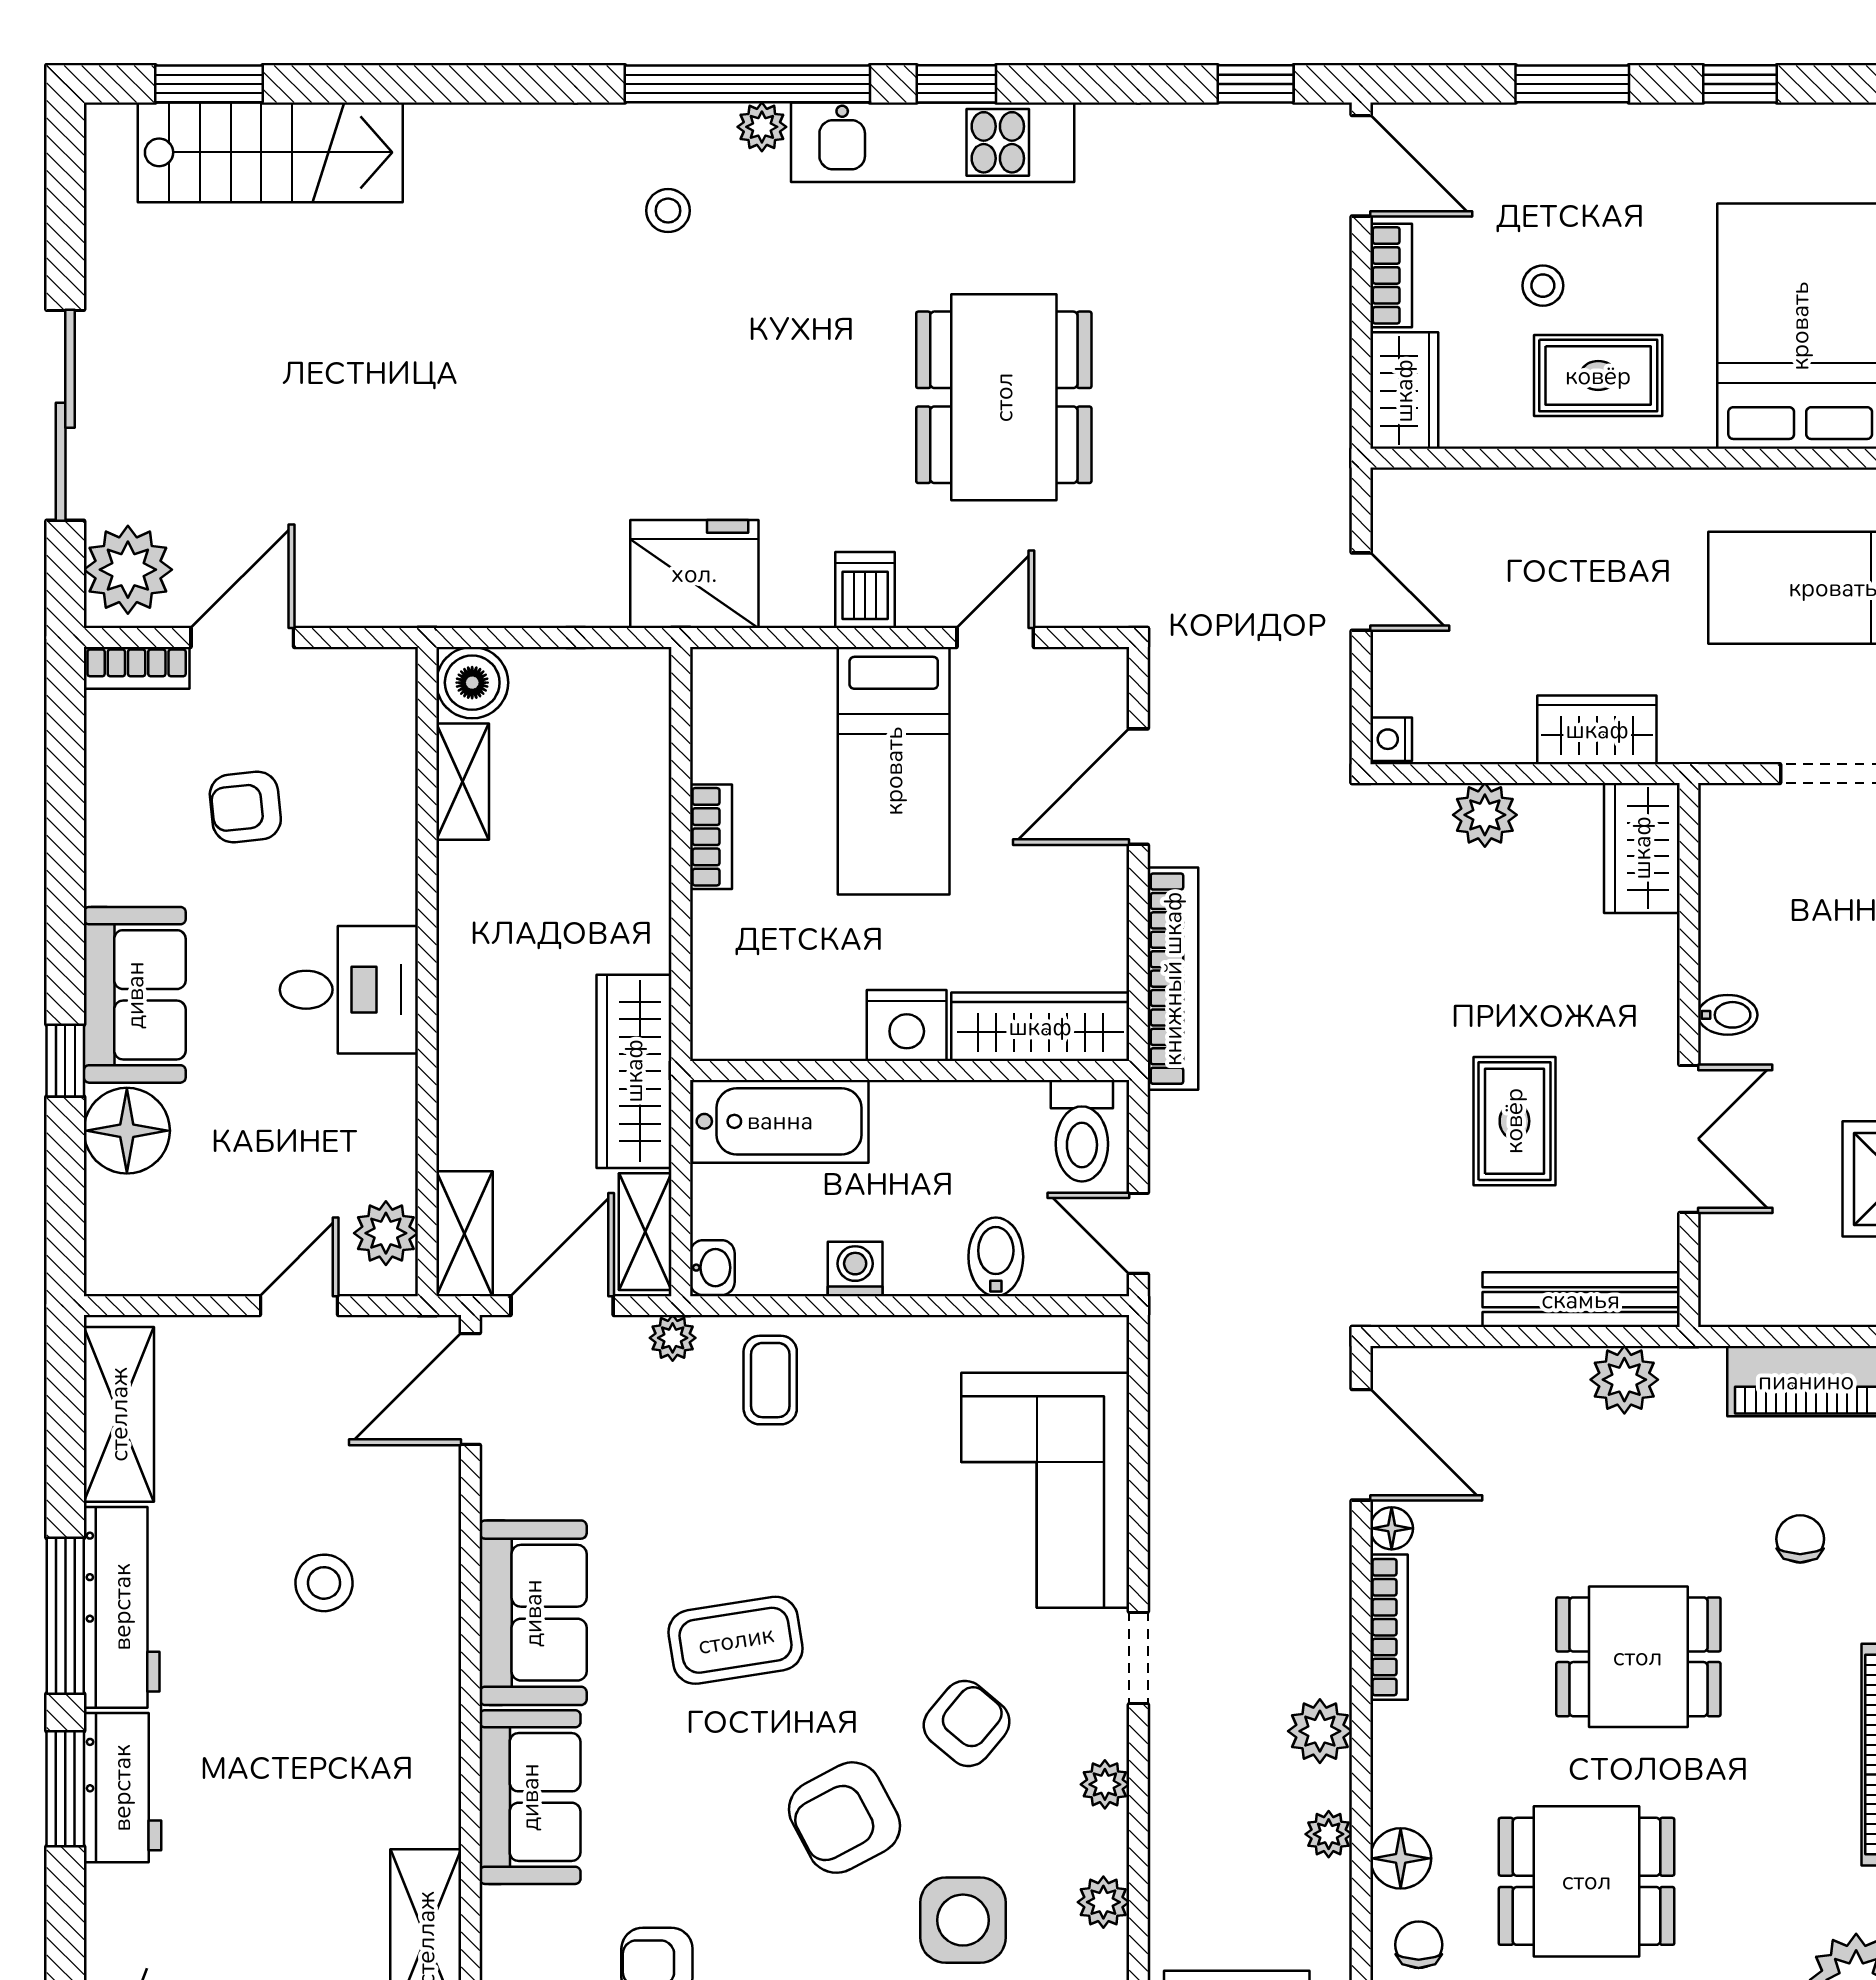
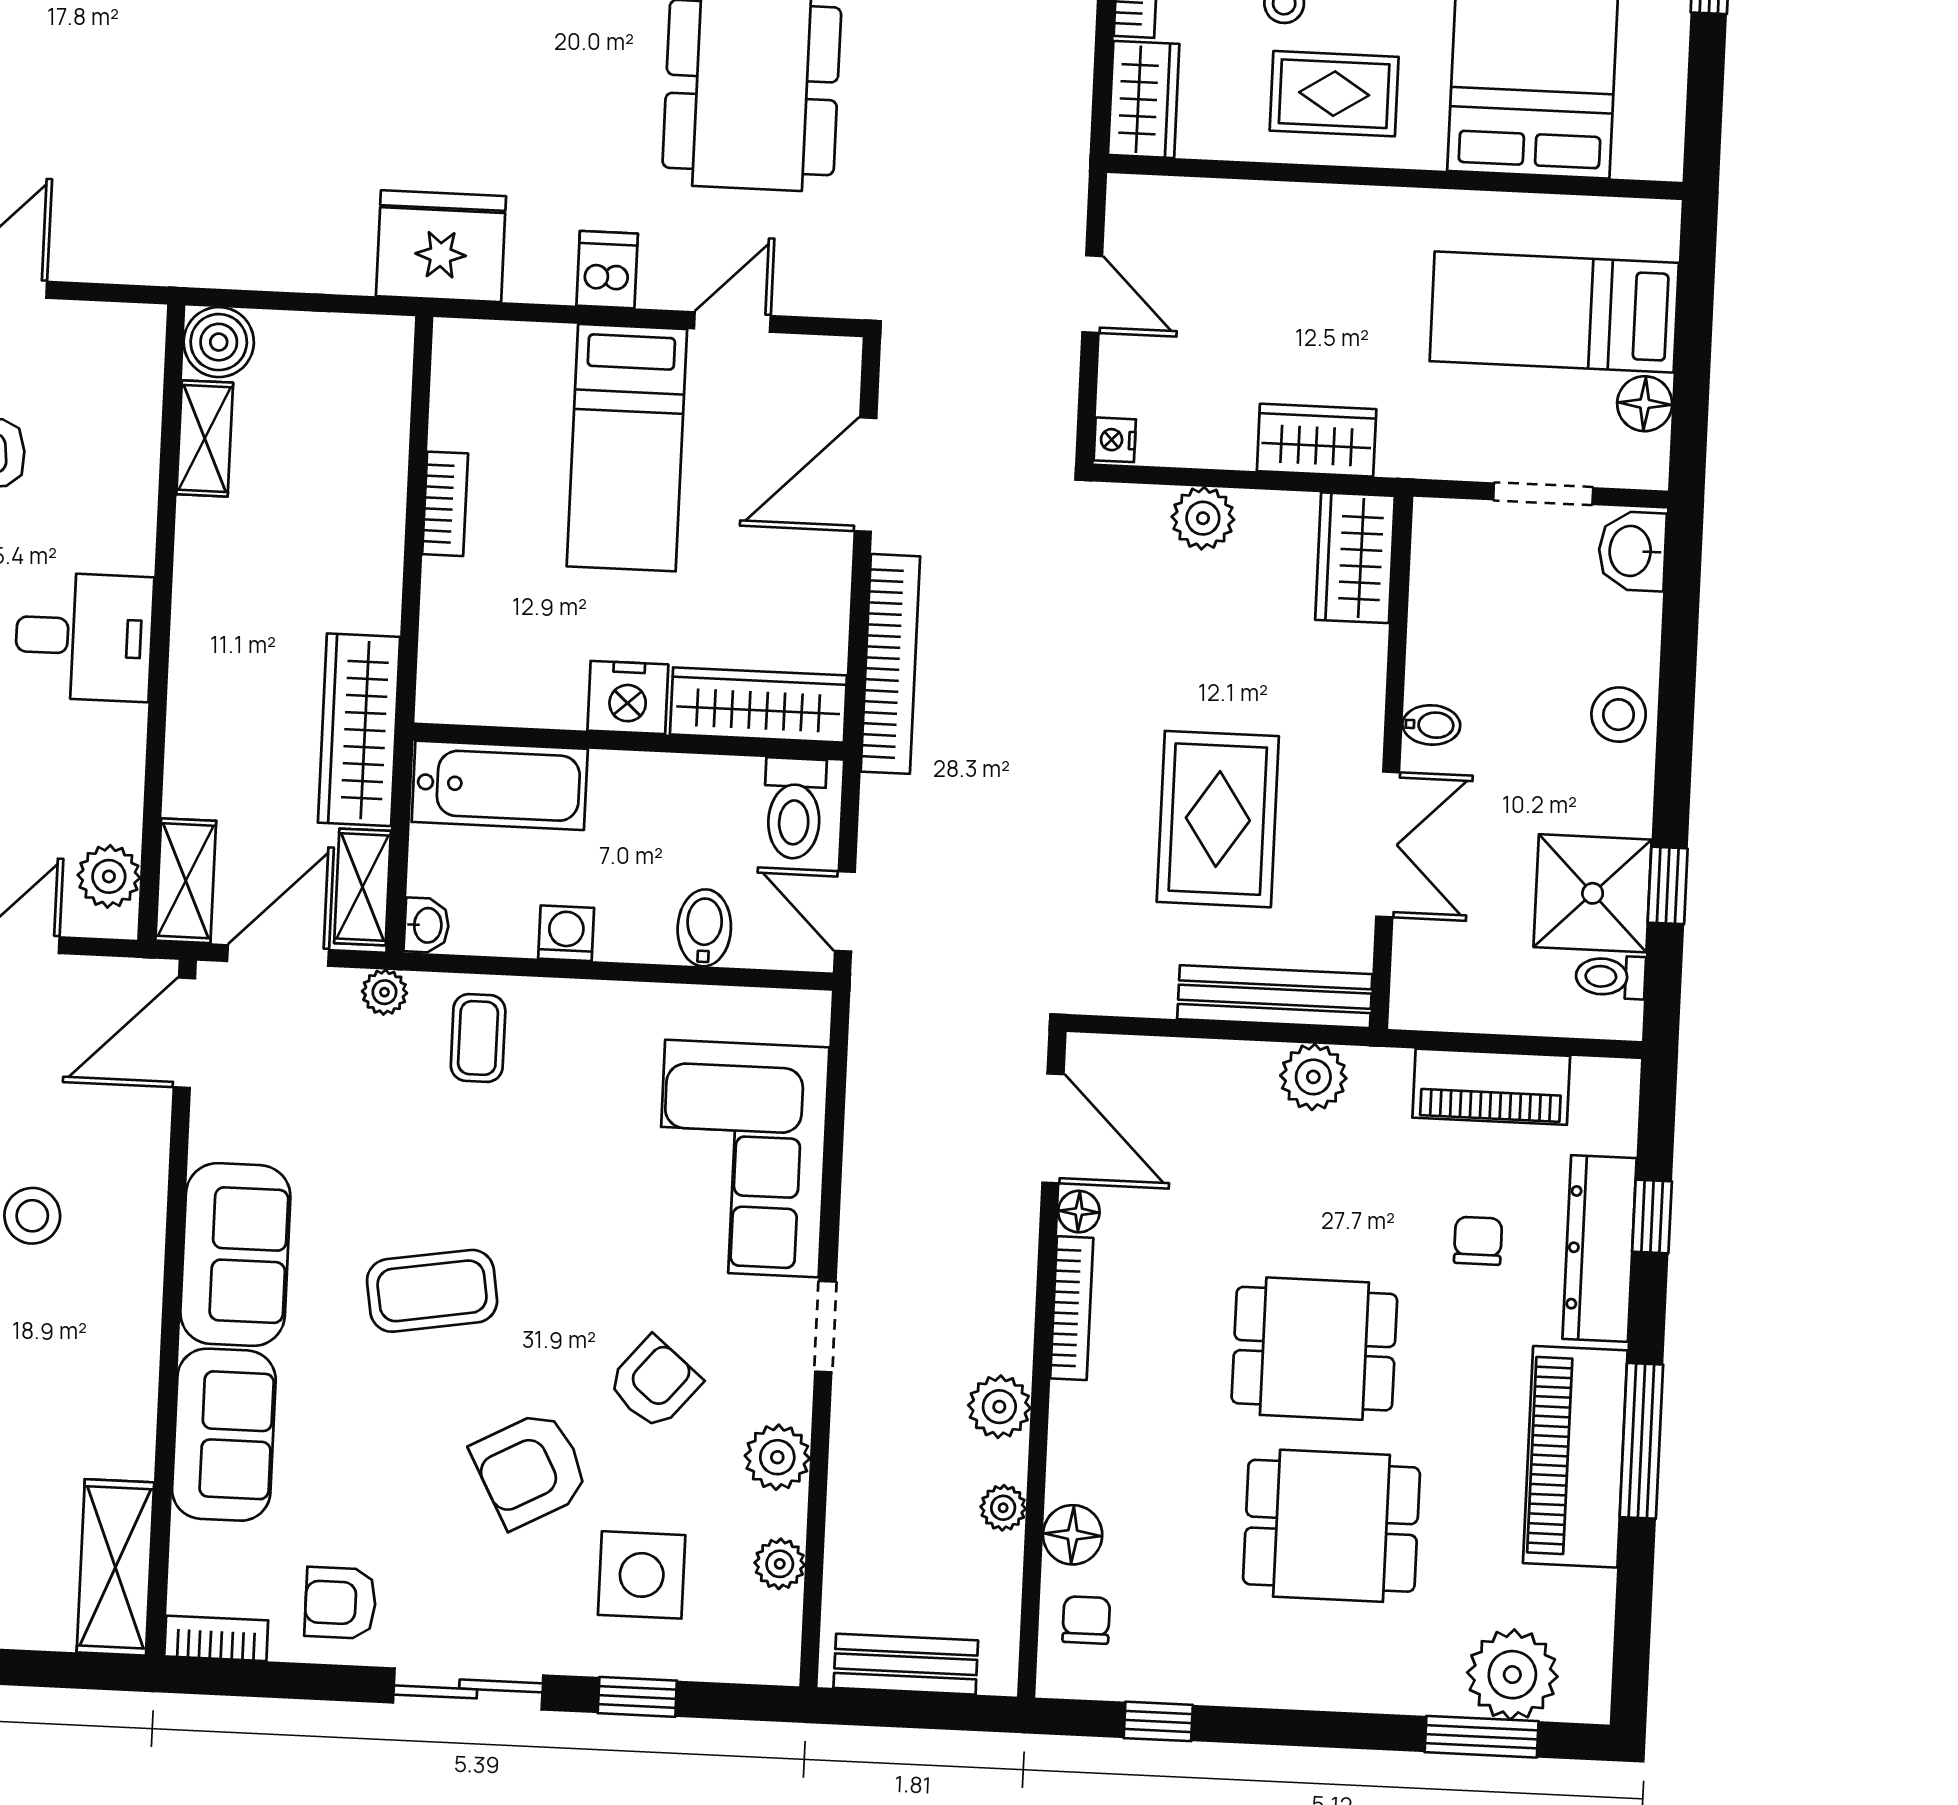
rug: (1514, 1121) -> (1218, 819), width x1.36, depth x1.43
plant: (1105, 1784) -> (777, 1457), width x1.38, depth x1.38
dining table: (1587, 1881) -> (1331, 1526), moved

